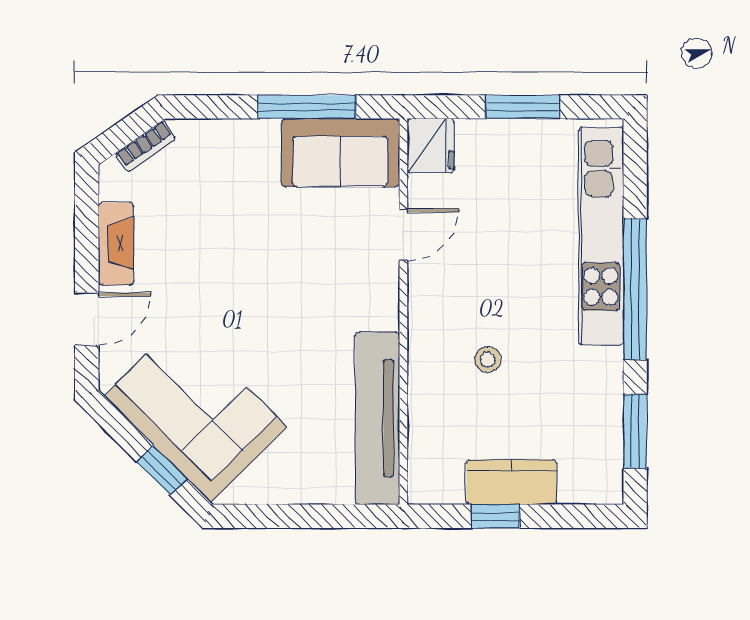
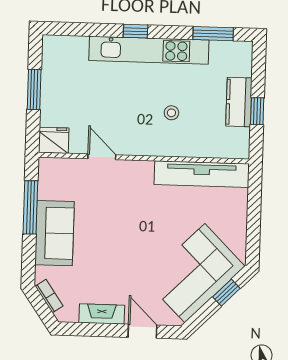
sofa: (340, 153) -> (55, 233), moved
kitchen unit: (601, 236) -> (149, 50), moved
window: (635, 289) -> (135, 31), width x0.32

